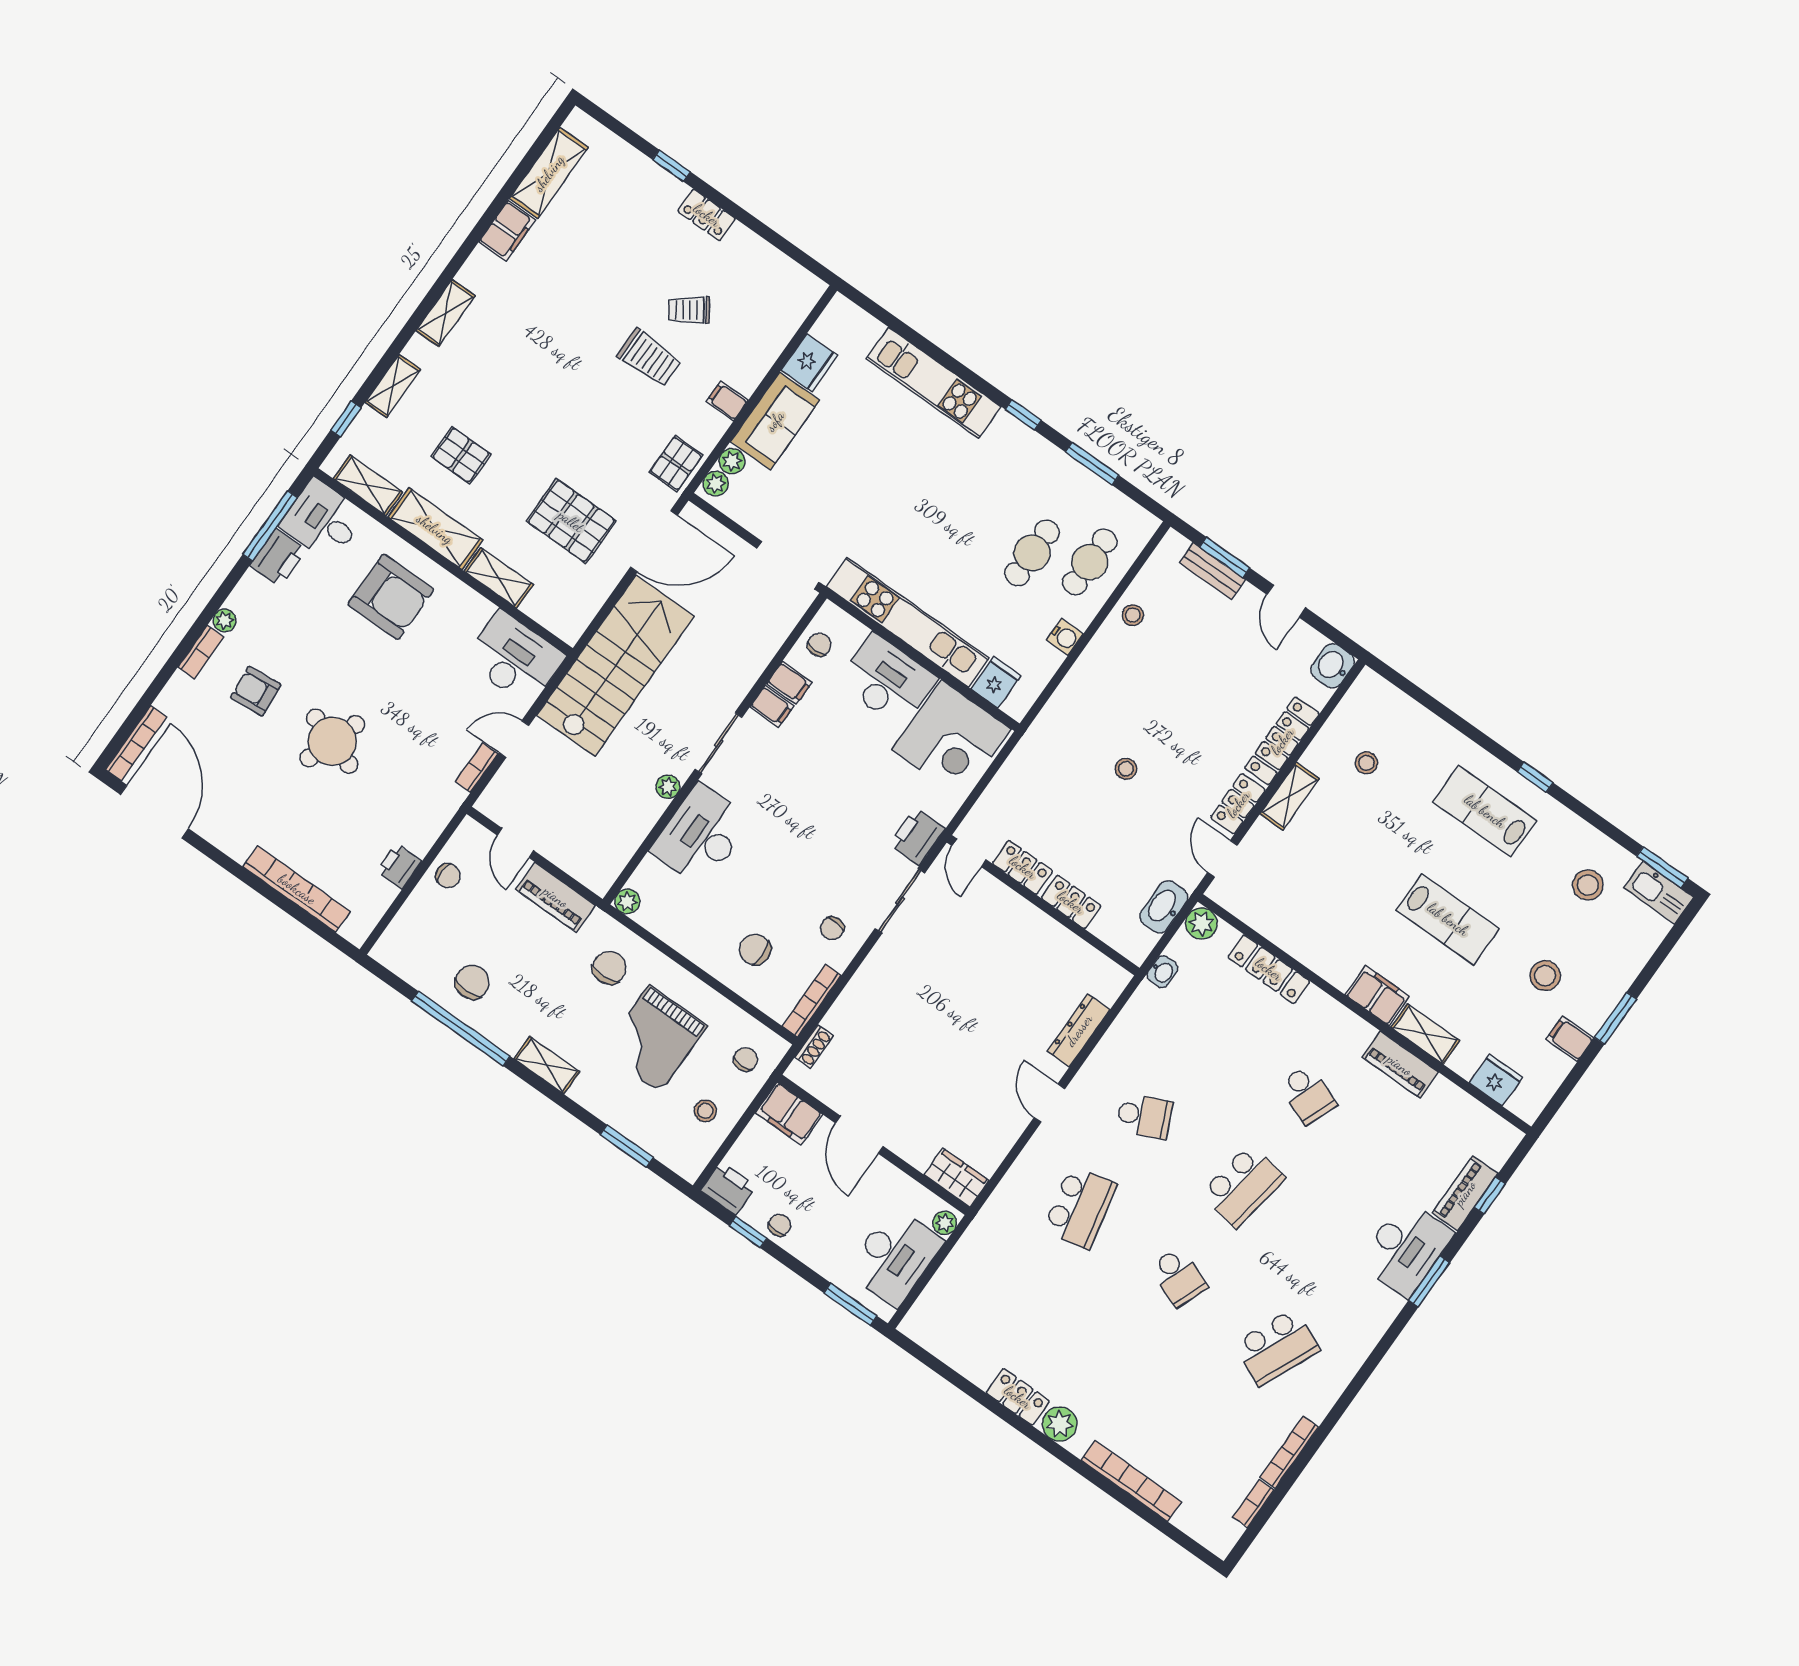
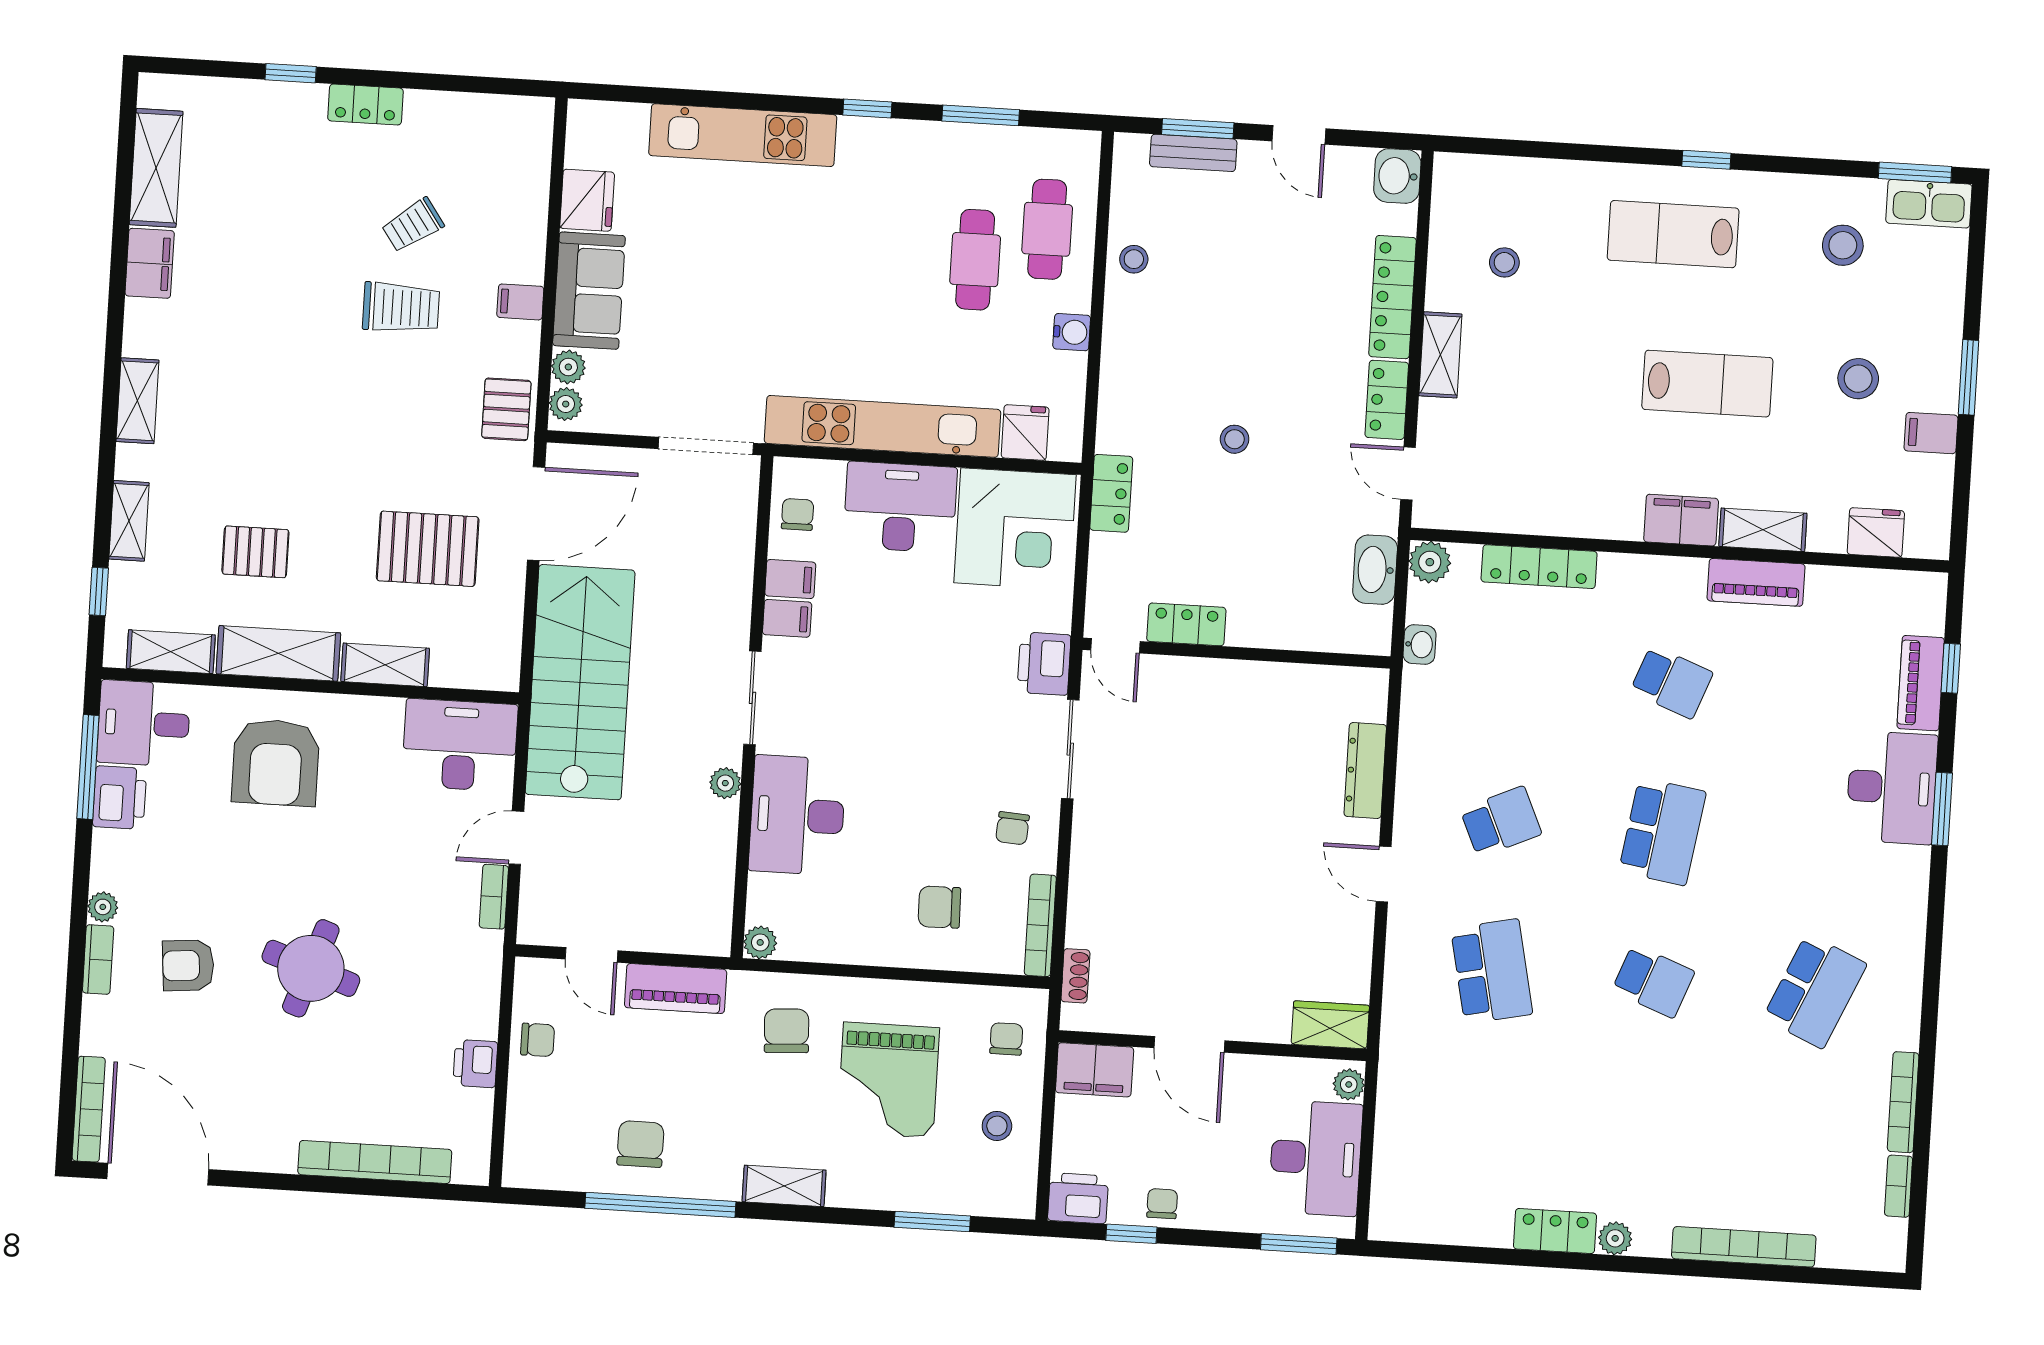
armchair: (391, 597) -> (276, 762), turned 90
locker: (1071, 902) -> (1111, 493), moved, turned 90
plant: (1060, 1424) -> (1615, 1238), width x0.73, depth x0.73

